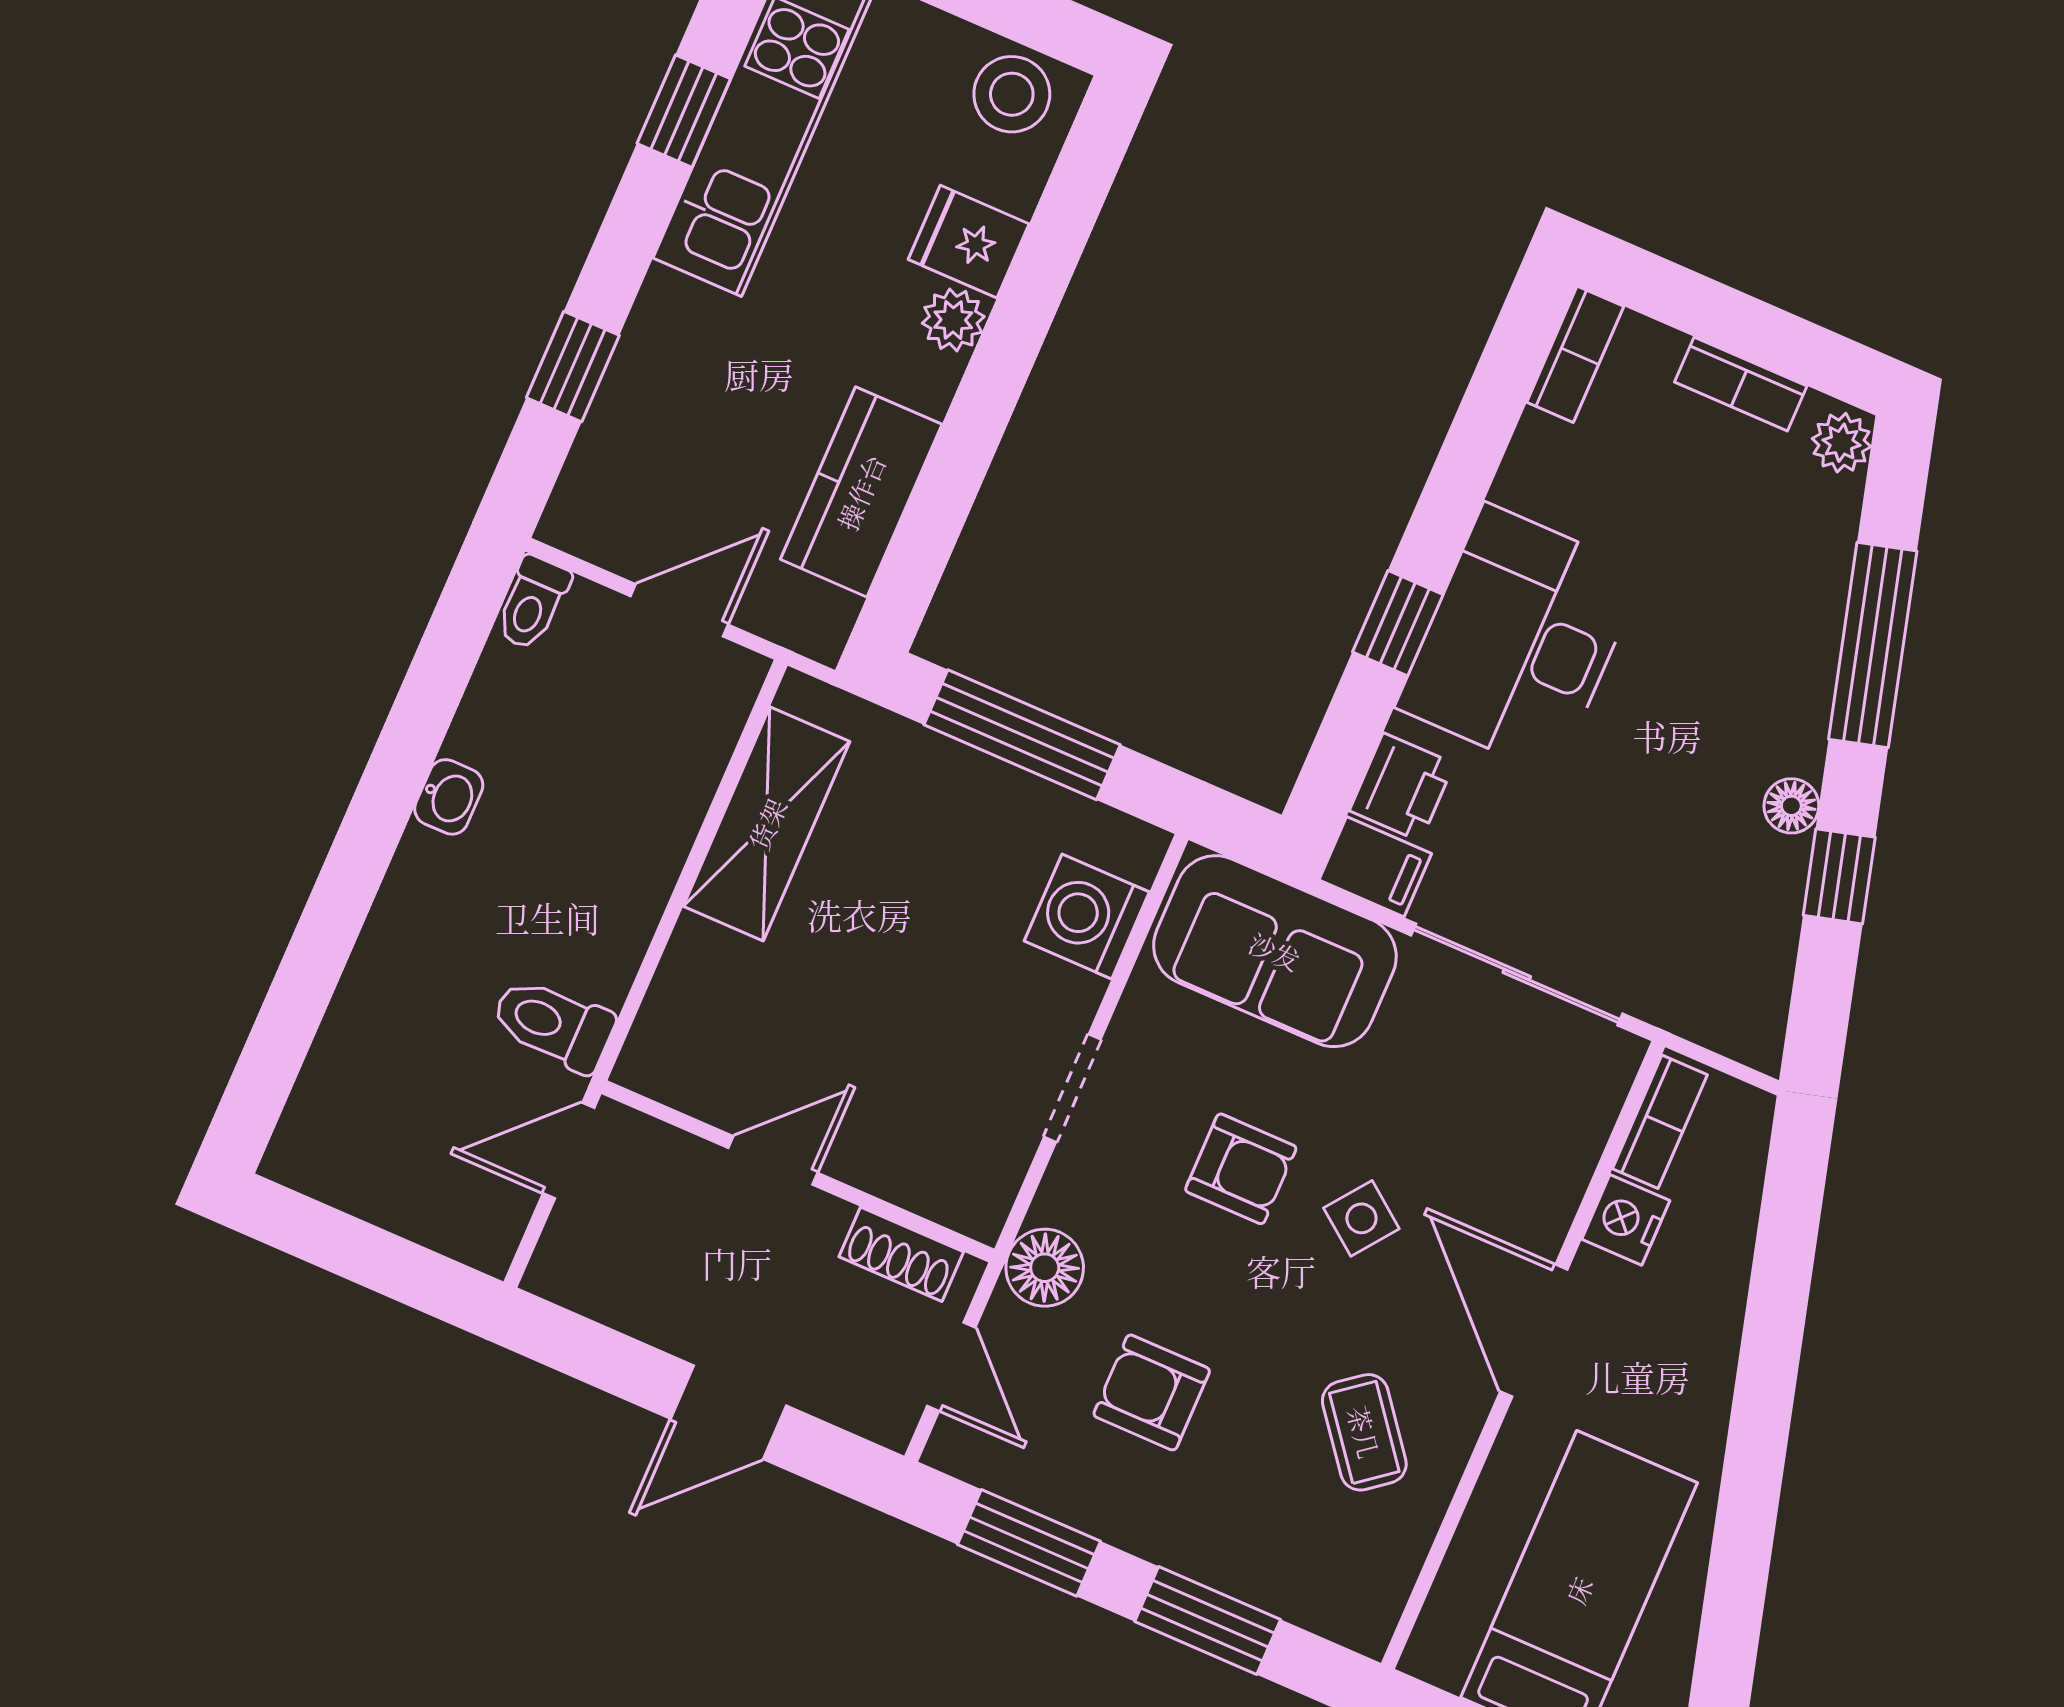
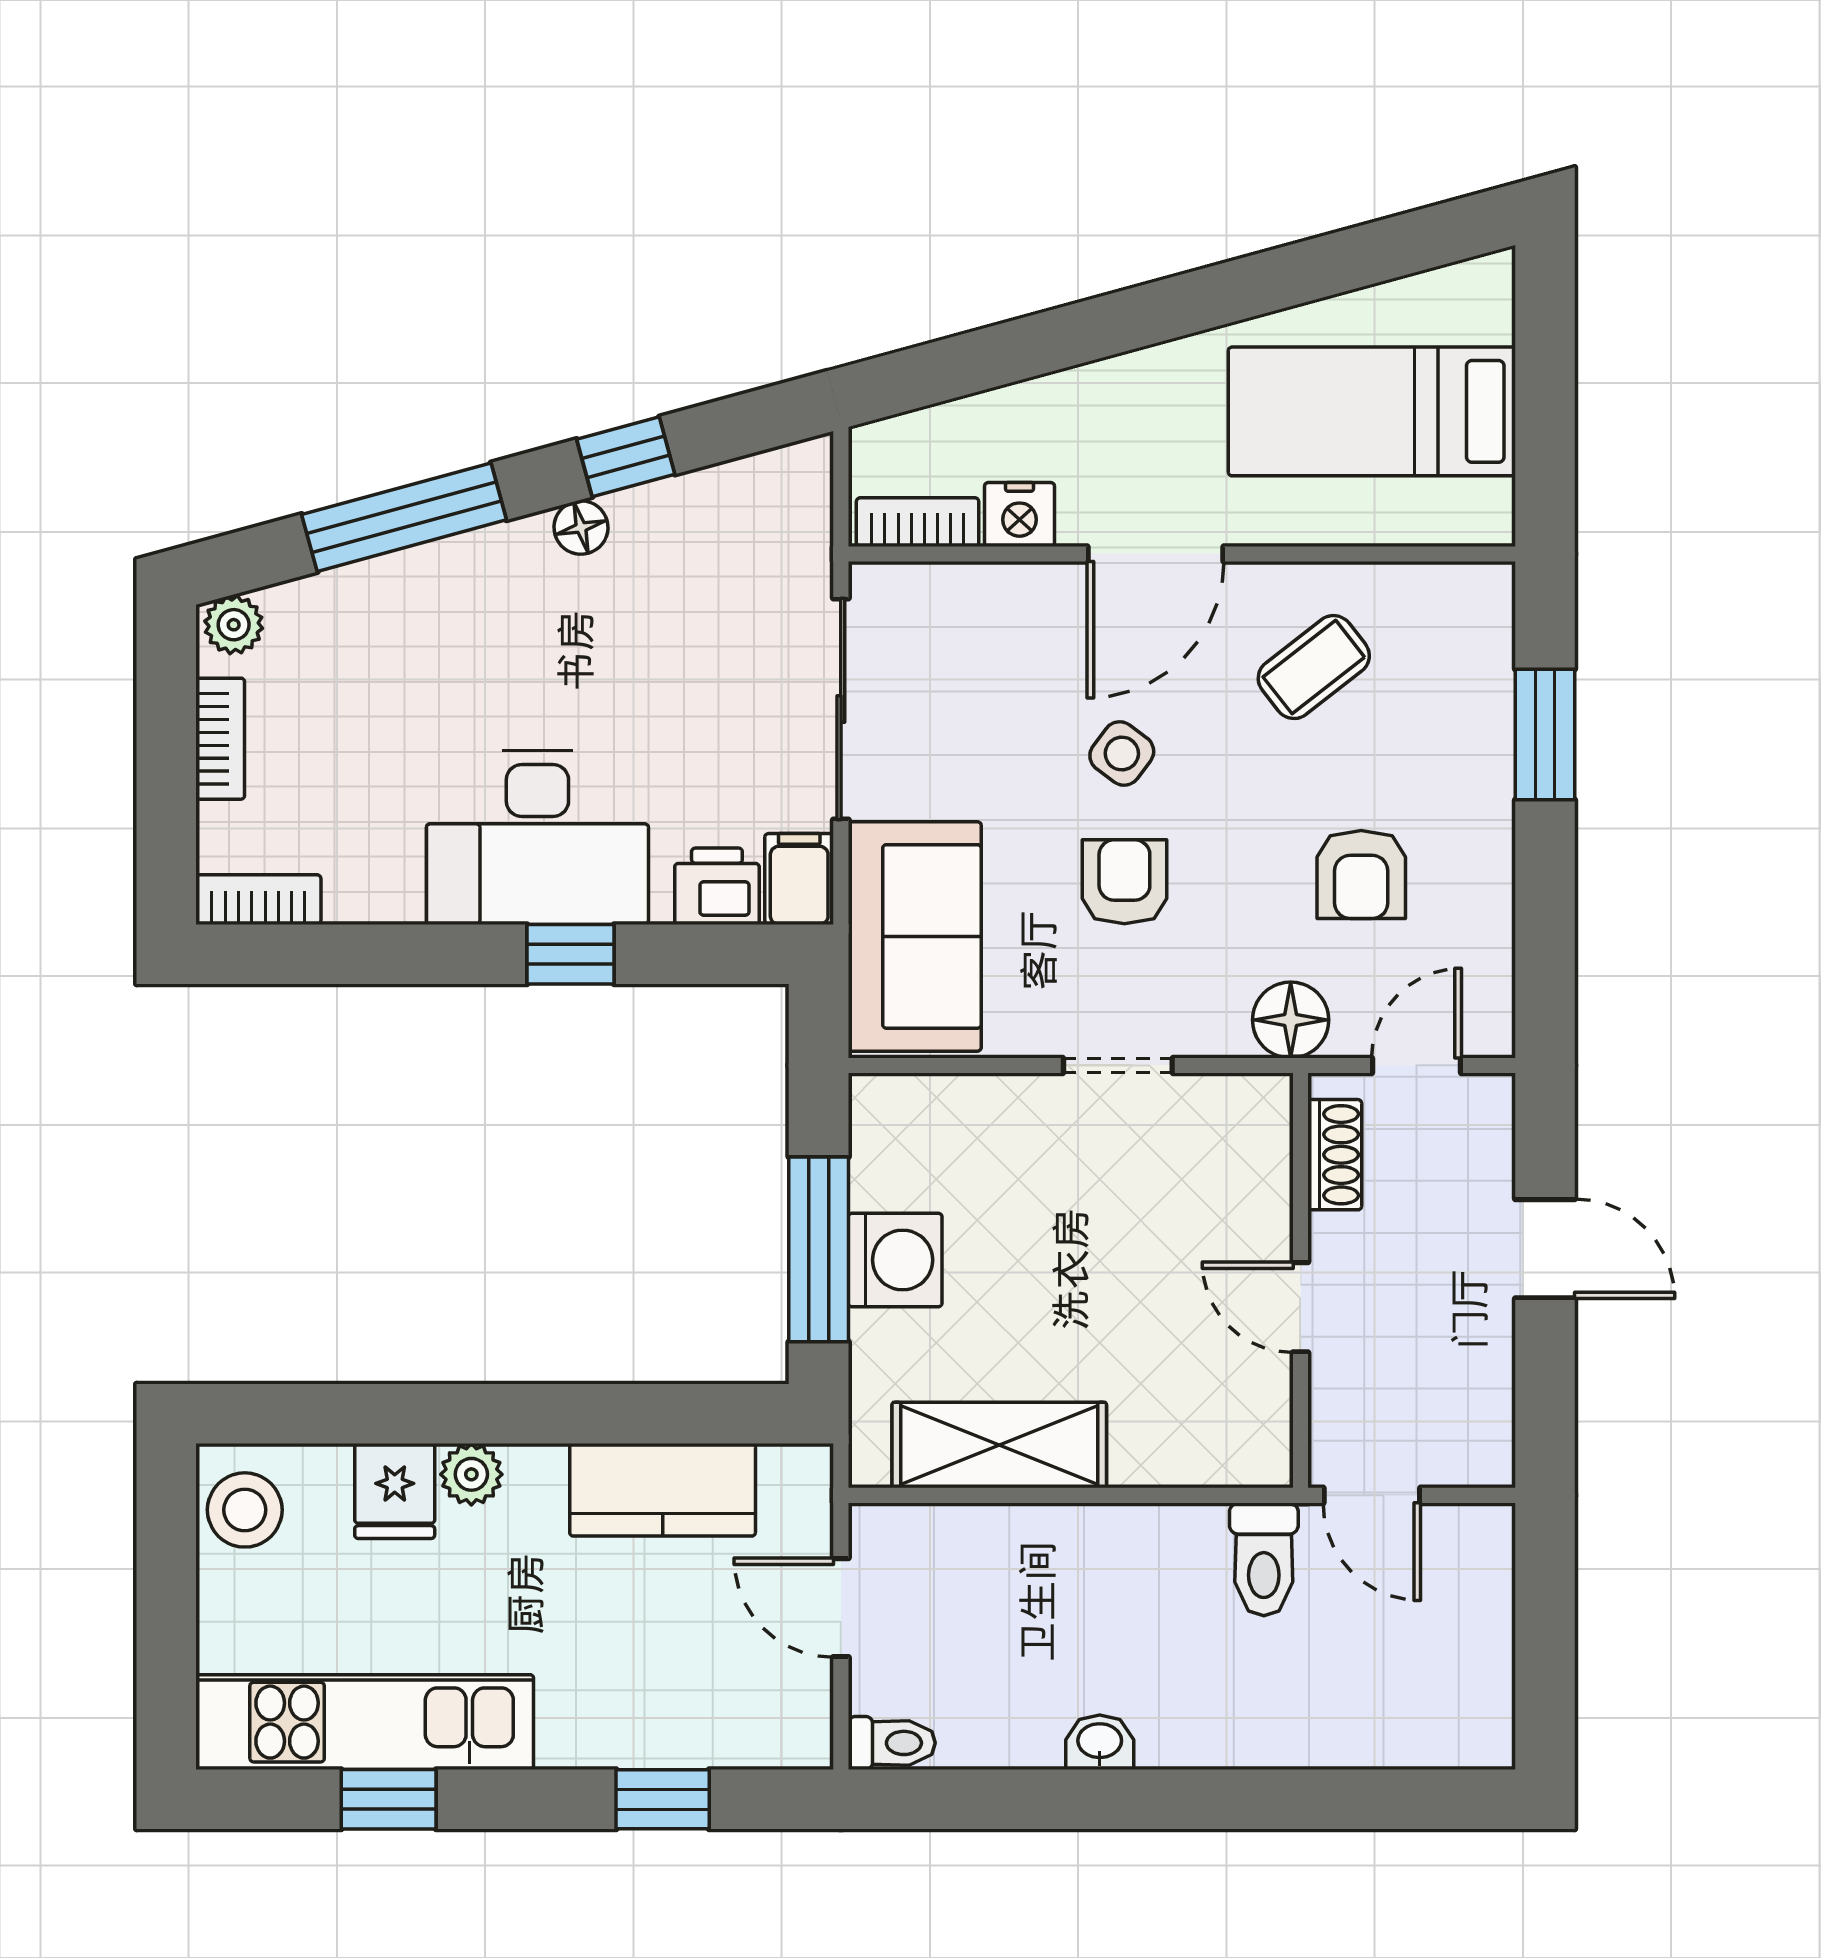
washing machine: (1087, 917) -> (895, 1260), moved, turned -90
window: (1029, 1543) -> (1545, 926), removed

